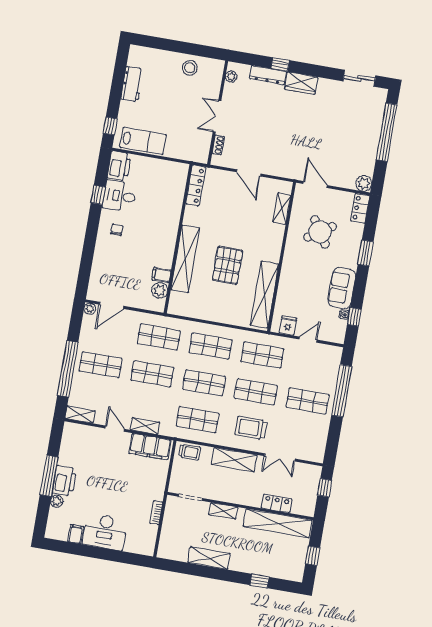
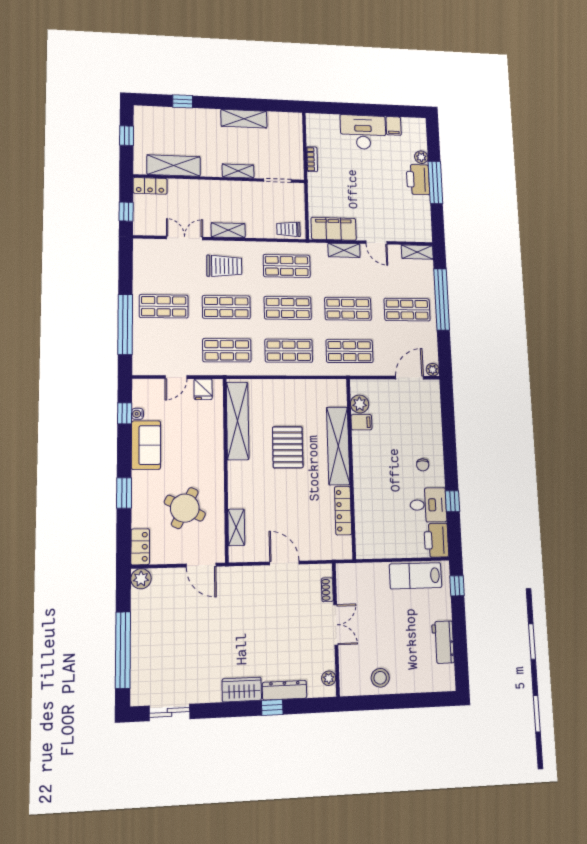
locker: (196, 185) -> (343, 511), moved
round table: (320, 232) -> (185, 508), turned -30
shelving: (234, 460) -> (228, 230), width x0.67, depth x0.75
locker: (277, 504) -> (150, 186), moved
shelving: (278, 523) -> (174, 166), width x0.68

